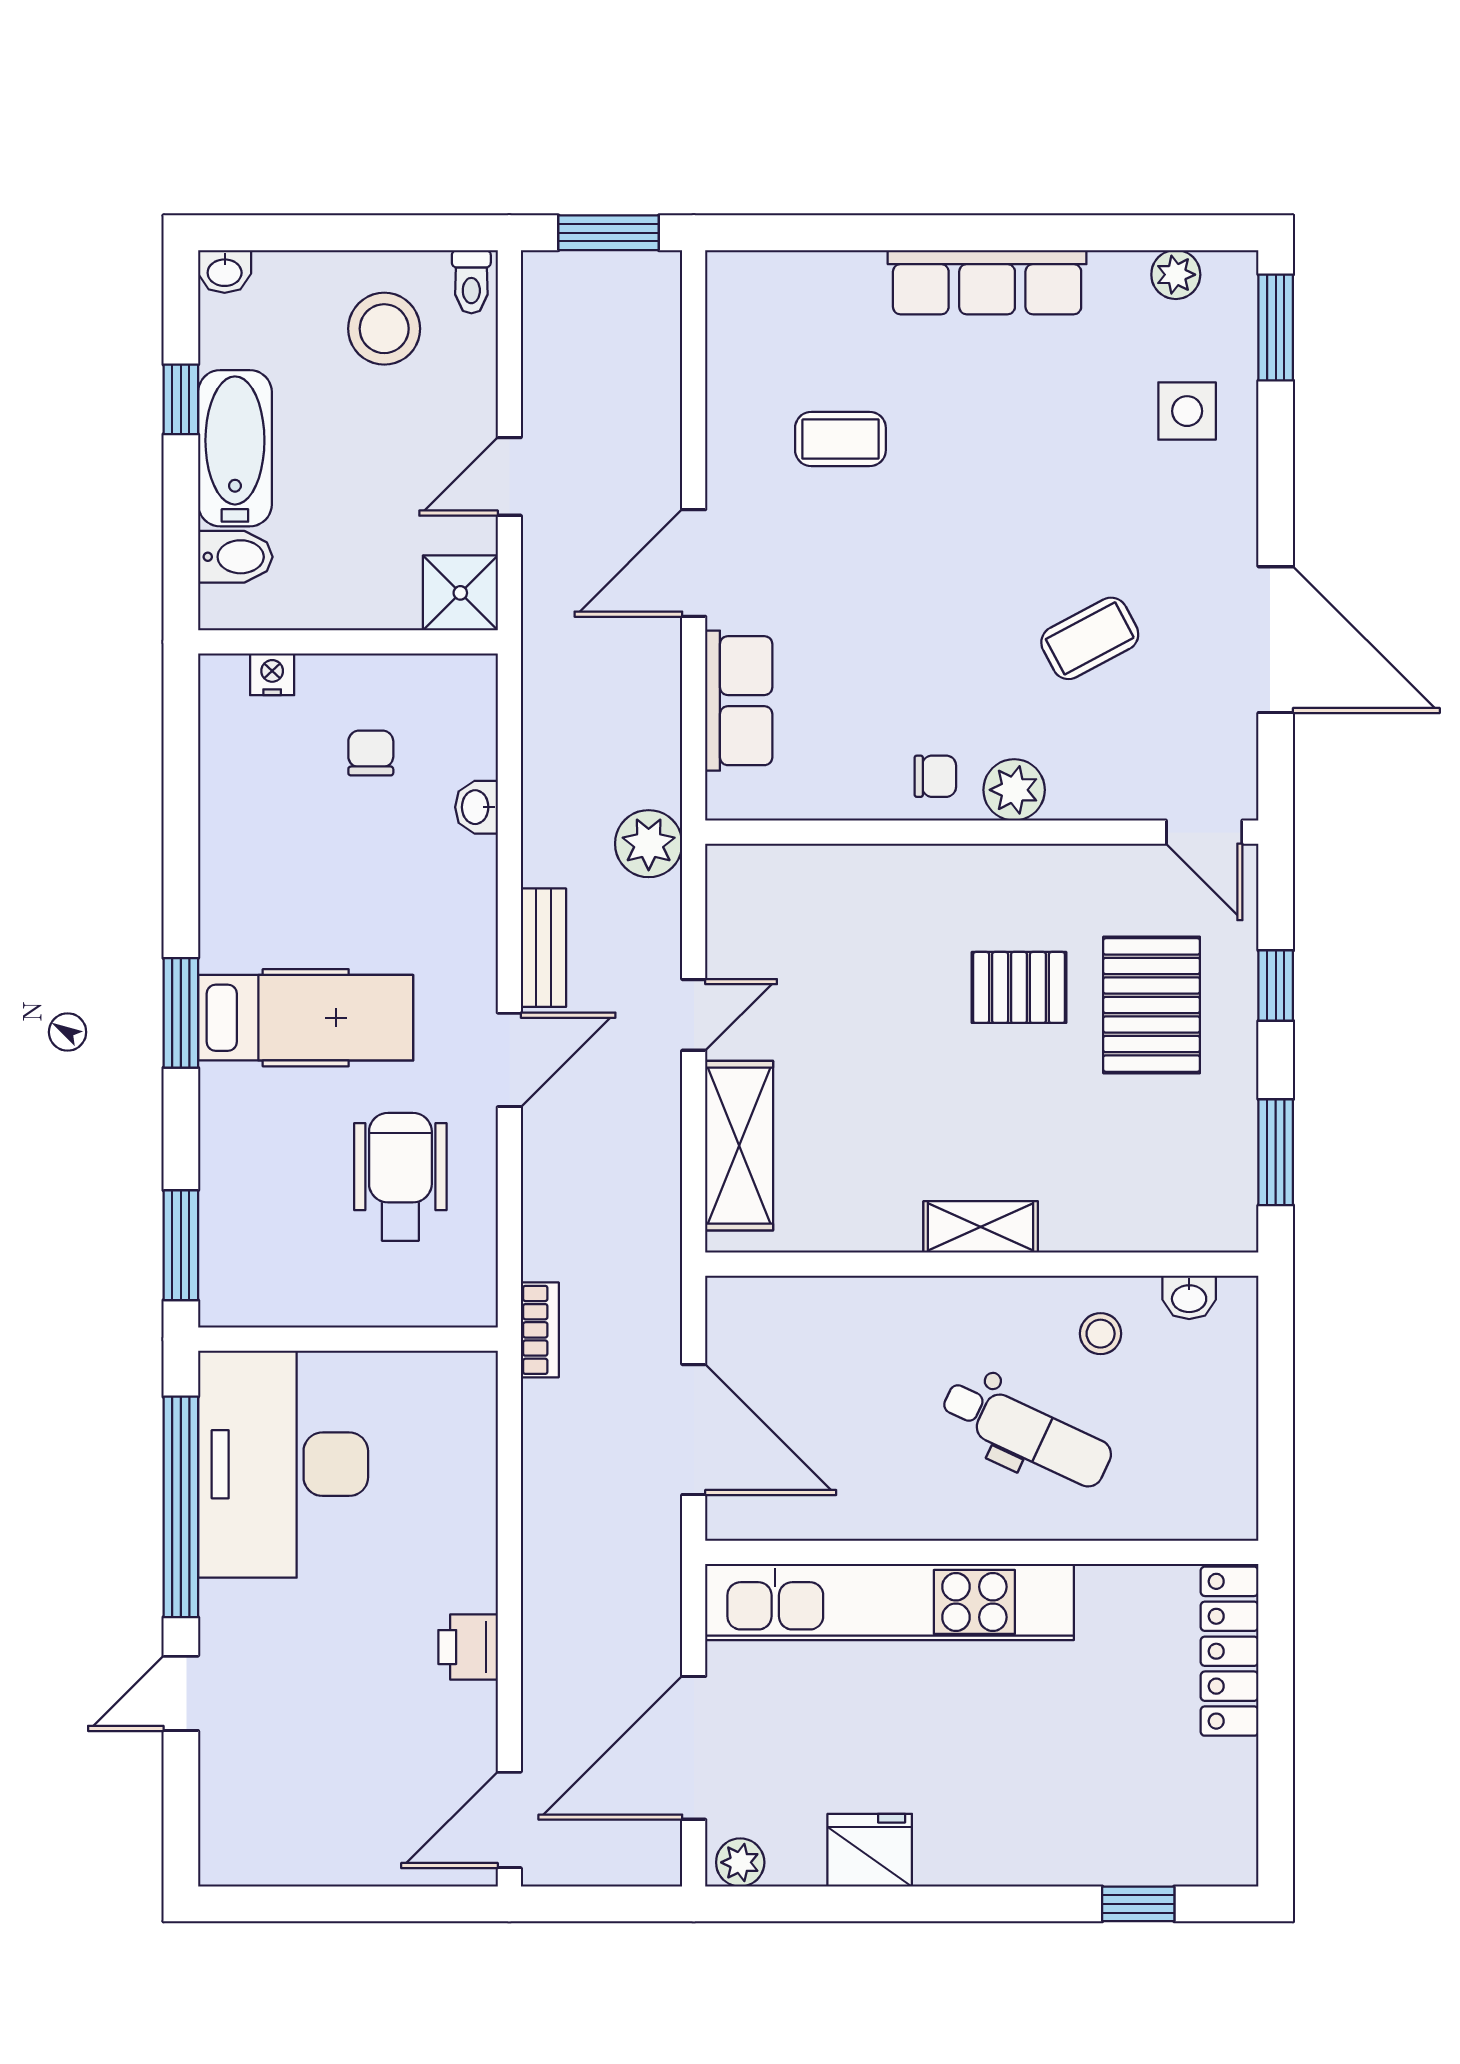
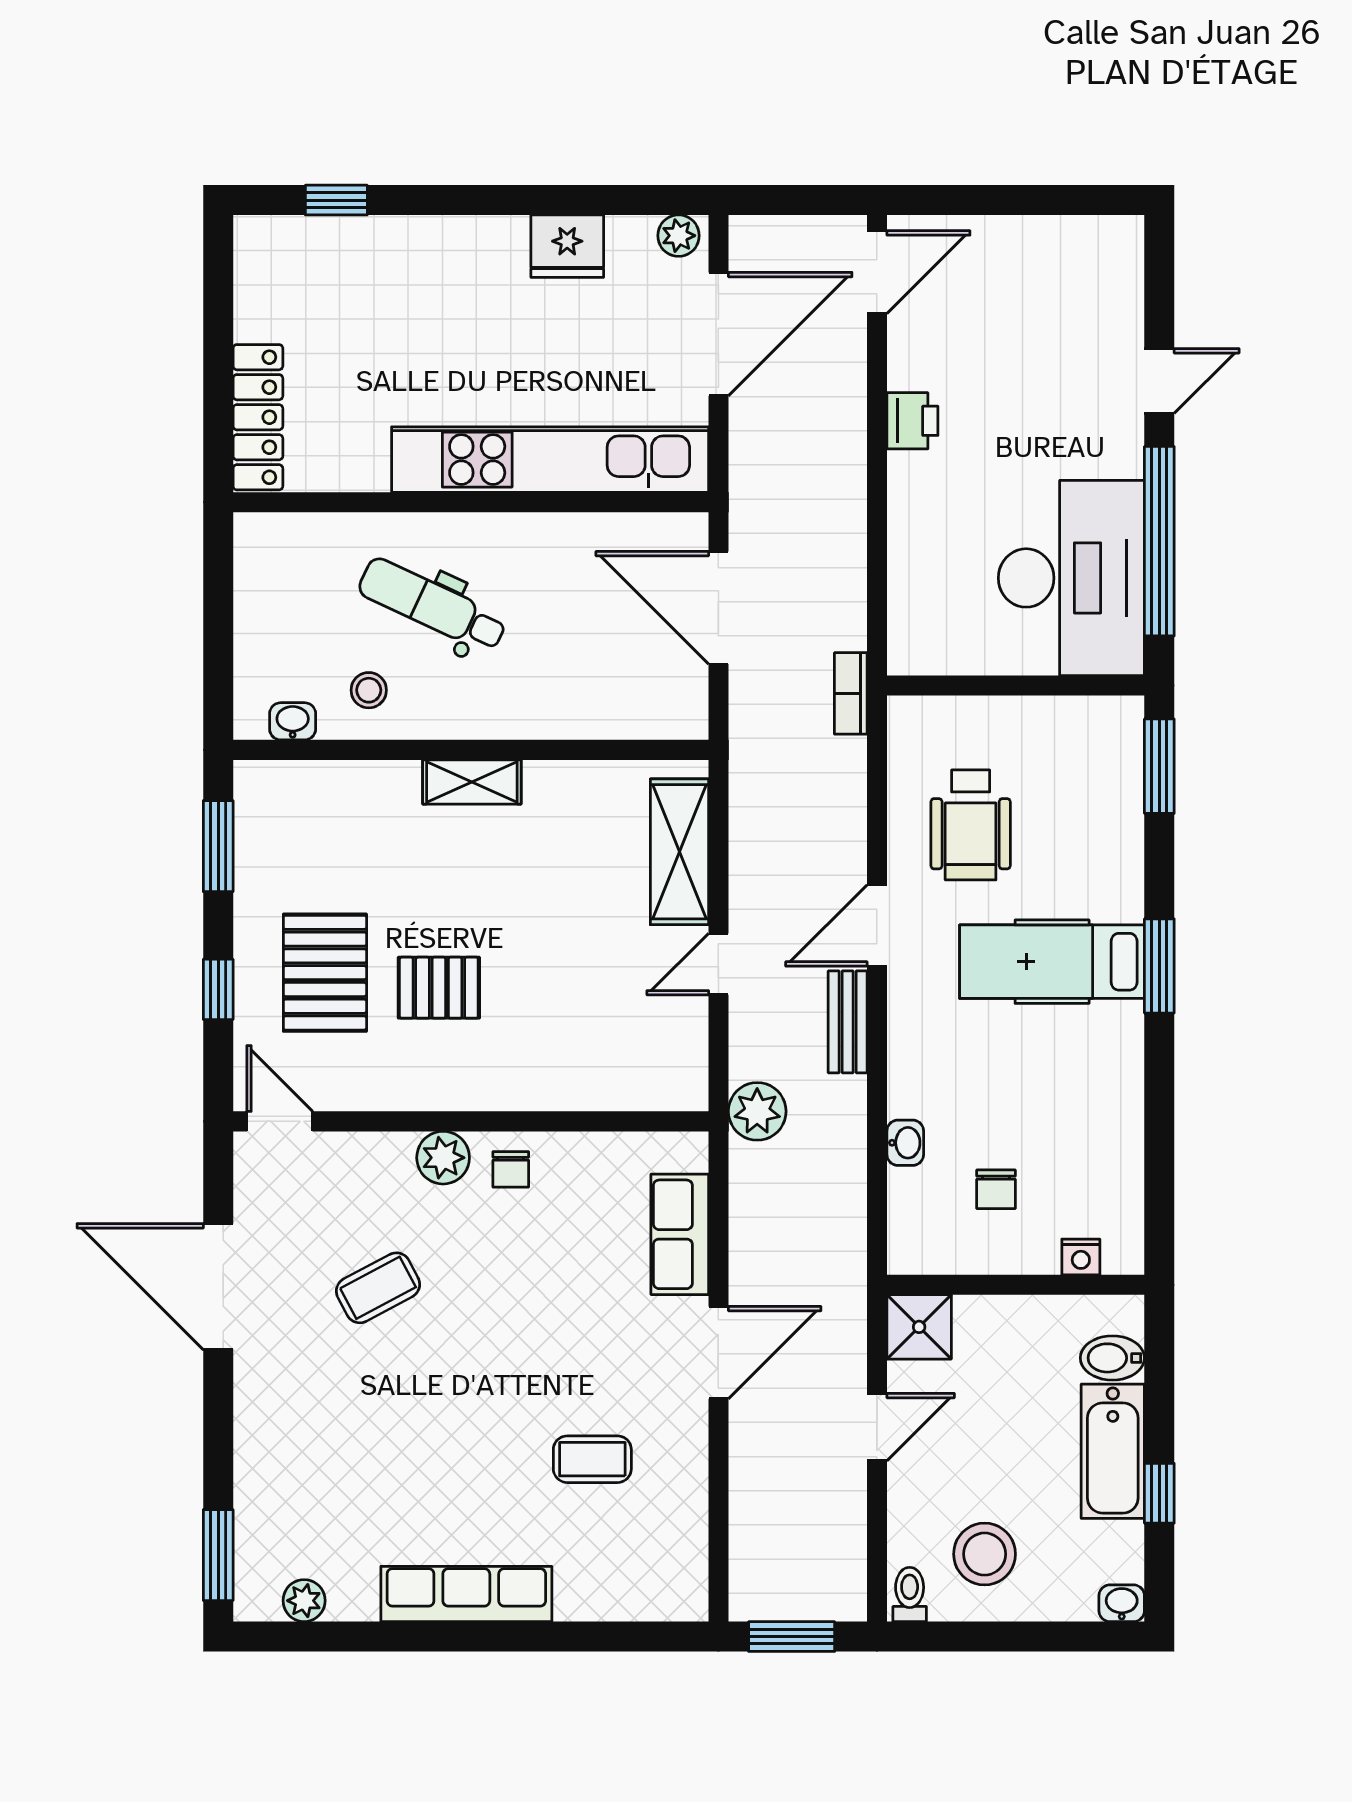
side table: (1187, 411) -> (294, 1483), removed
chair: (935, 776) -> (511, 1169), turned -90

